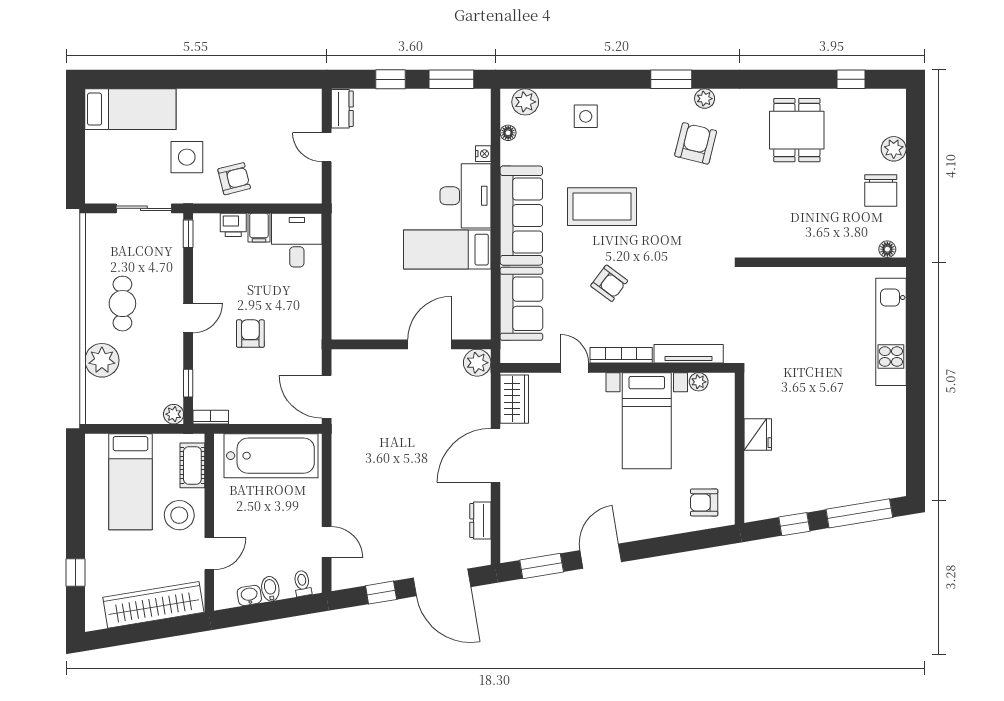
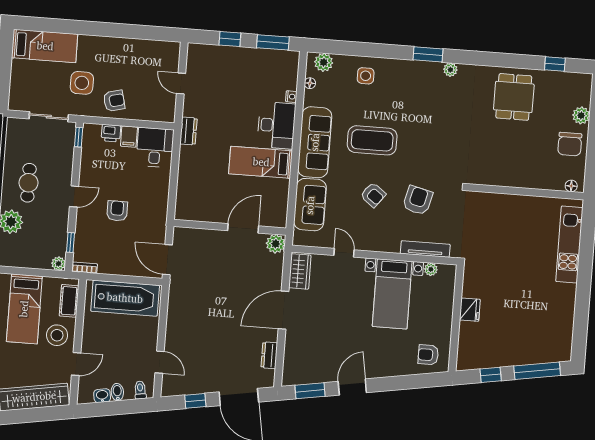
dresser: (342, 109) -> (188, 131), moved
armchair: (696, 143) -> (418, 200), moved
bookcase: (621, 355) -> (378, 246), removed

